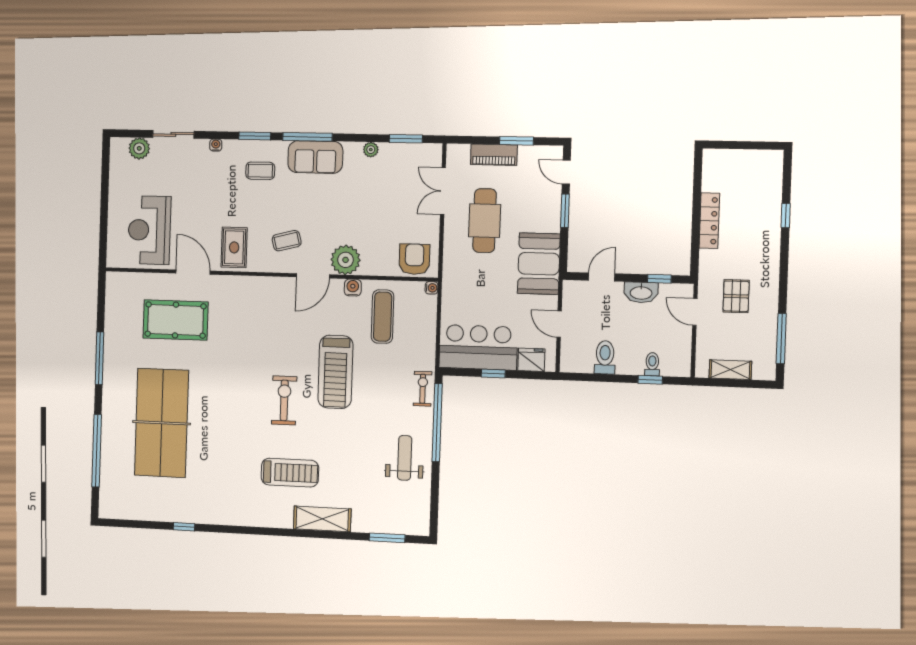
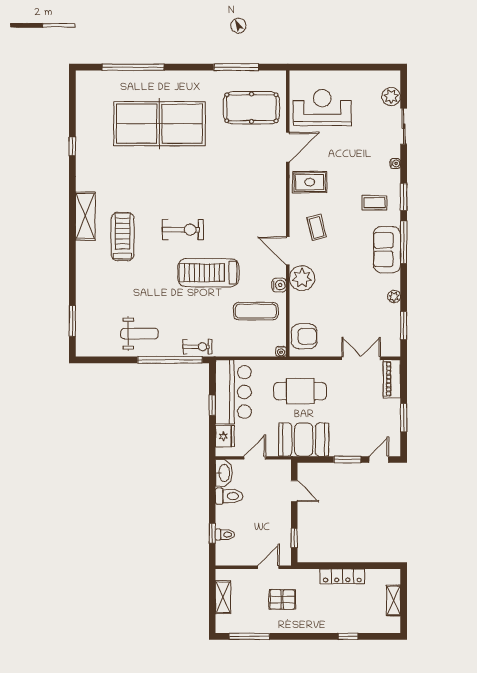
piano: (494, 155) -> (392, 379), moved
shelving: (742, 158) -> (393, 600), added
coffee table: (260, 171) -> (374, 203), turned 90
cafe table: (485, 221) -> (300, 391), moved
washbasin: (641, 292) -> (224, 473), moved, turned 180
pool table: (176, 320) -> (251, 108), moved, turned 90
window: (99, 358) -> (236, 67), moved
treadmill: (290, 473) -> (123, 237), turned 180
shelving: (322, 519) -> (85, 216), moved

